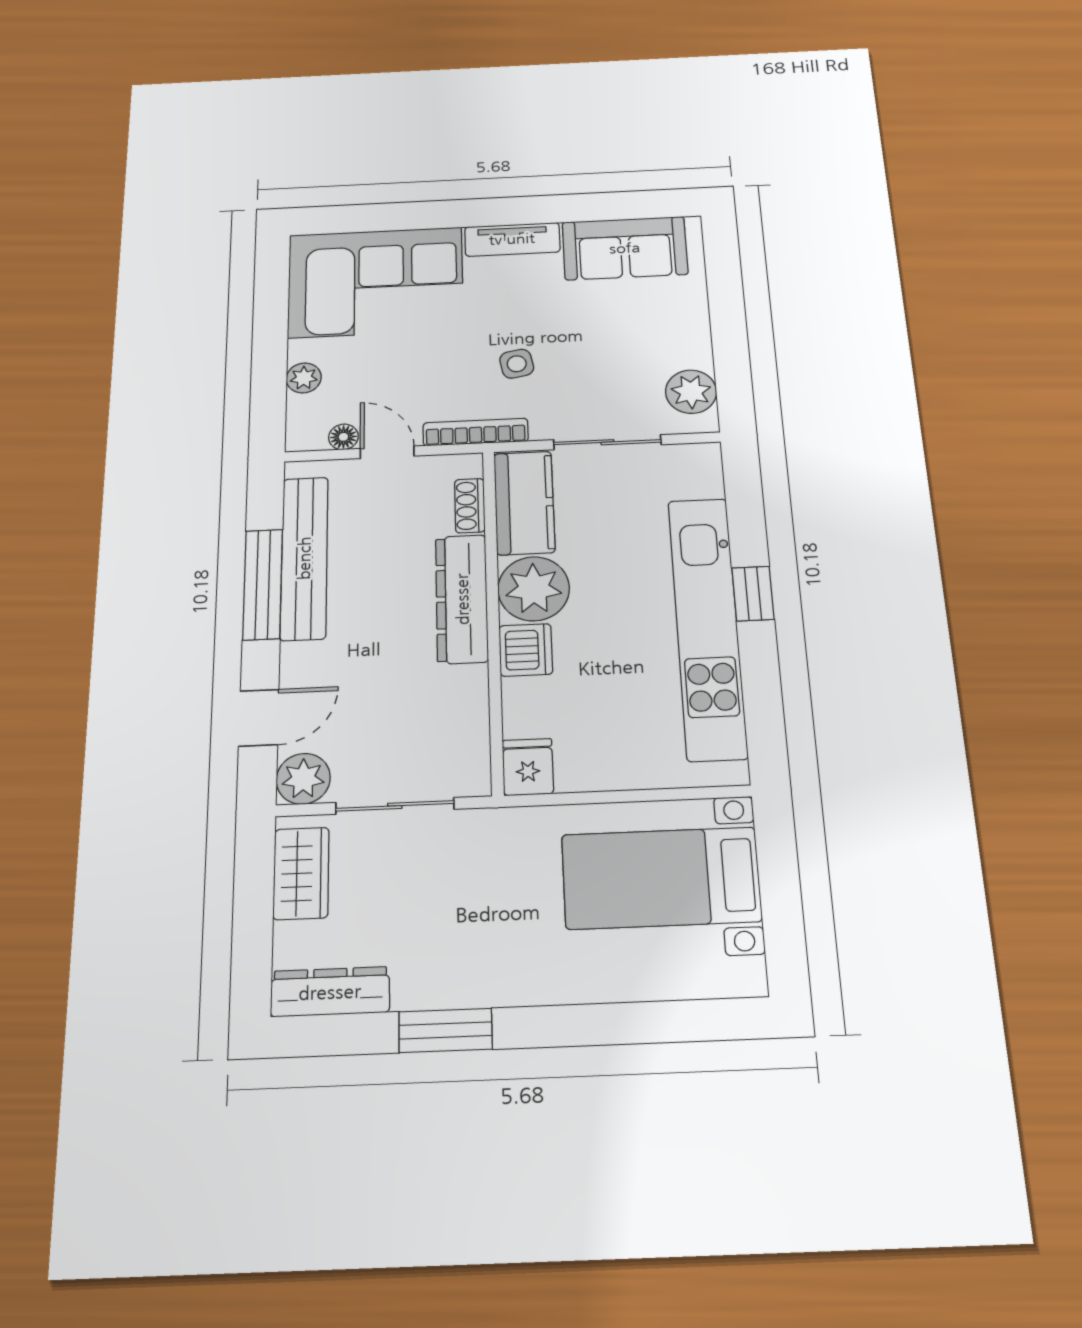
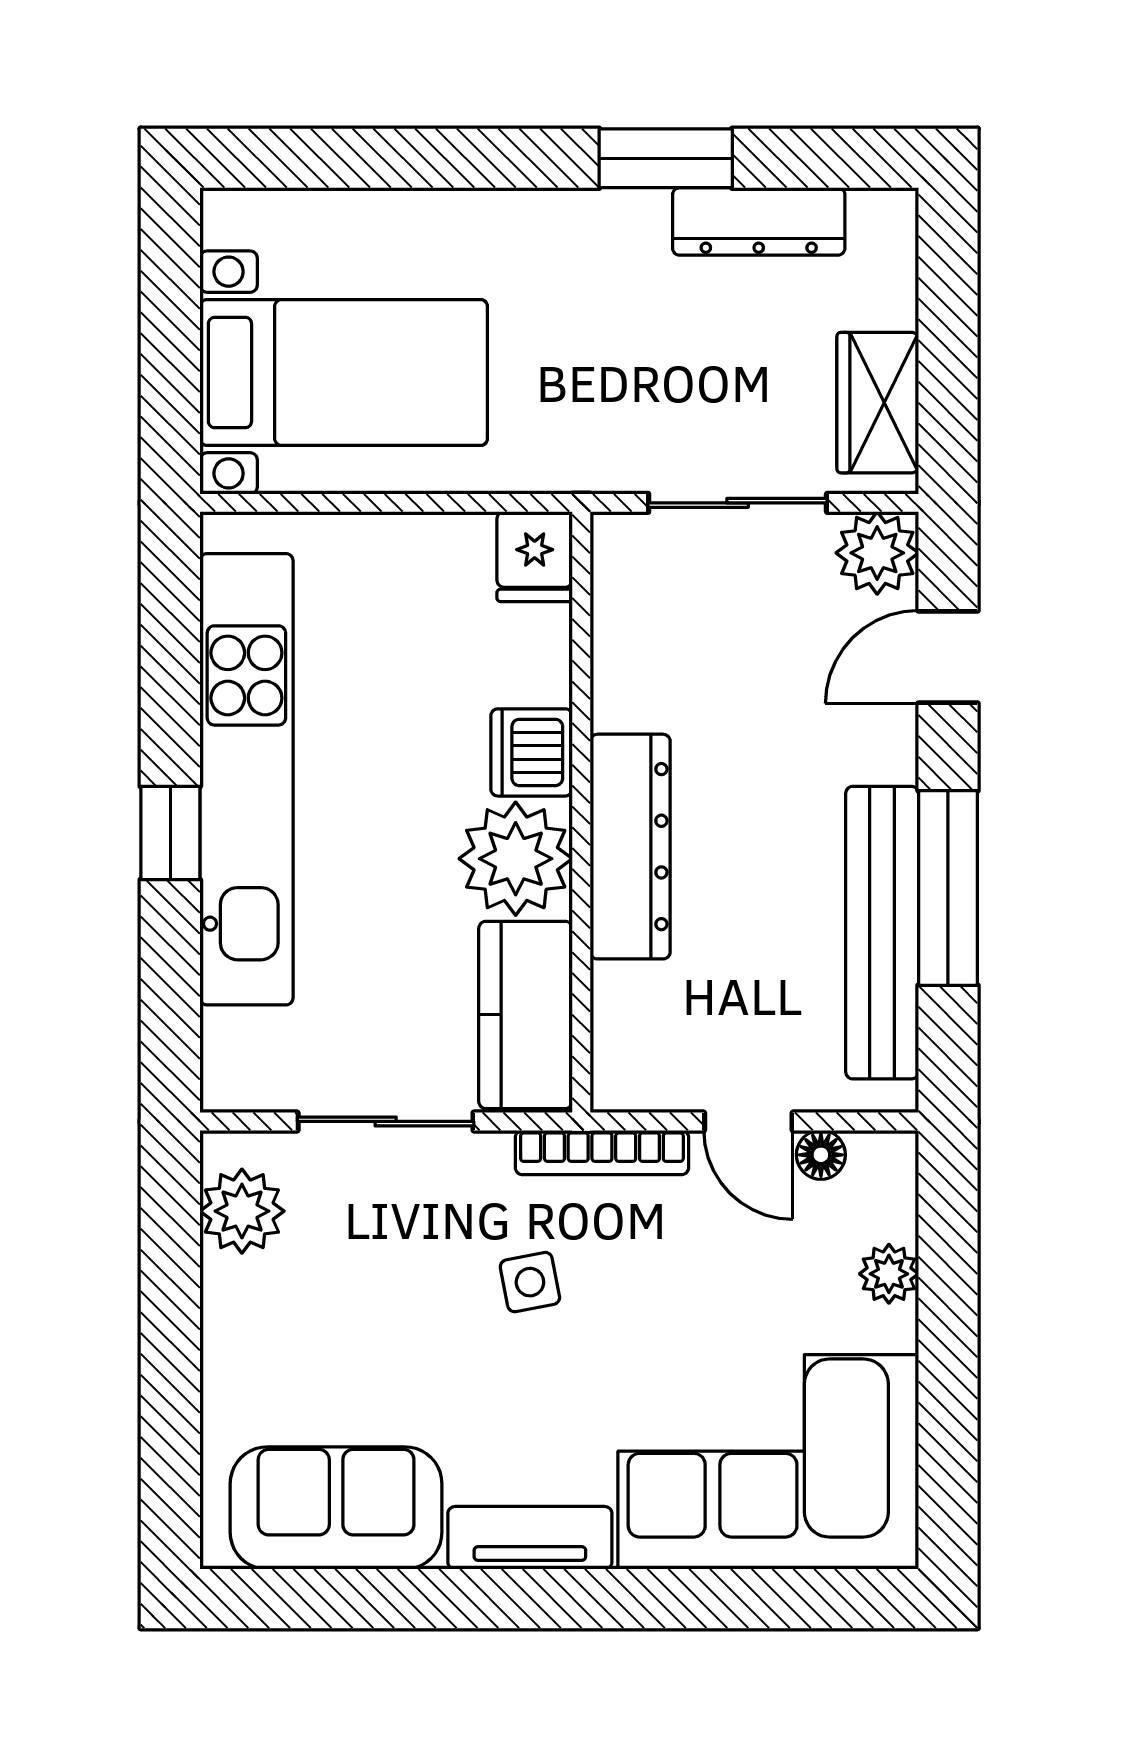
shoe rack: (470, 506) -> (614, 1014), removed
dresser: (330, 992) -> (759, 221), moved

